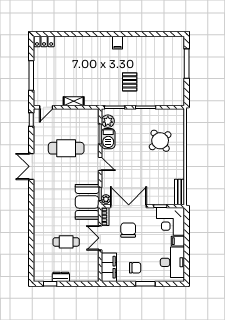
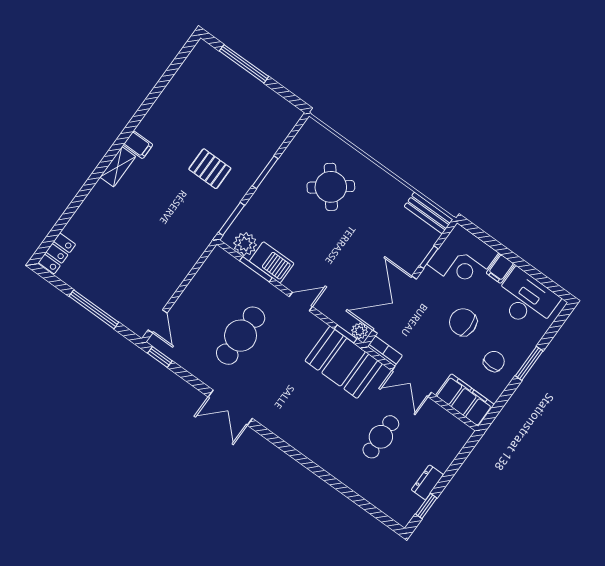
shelving: (74, 101) -> (118, 167), moved
chair: (128, 230) -> (463, 322), moved

